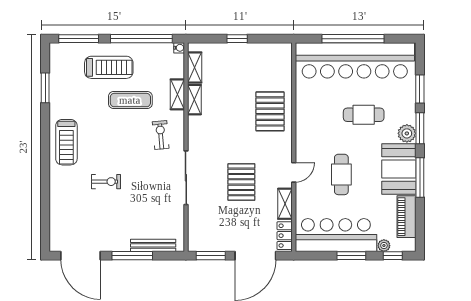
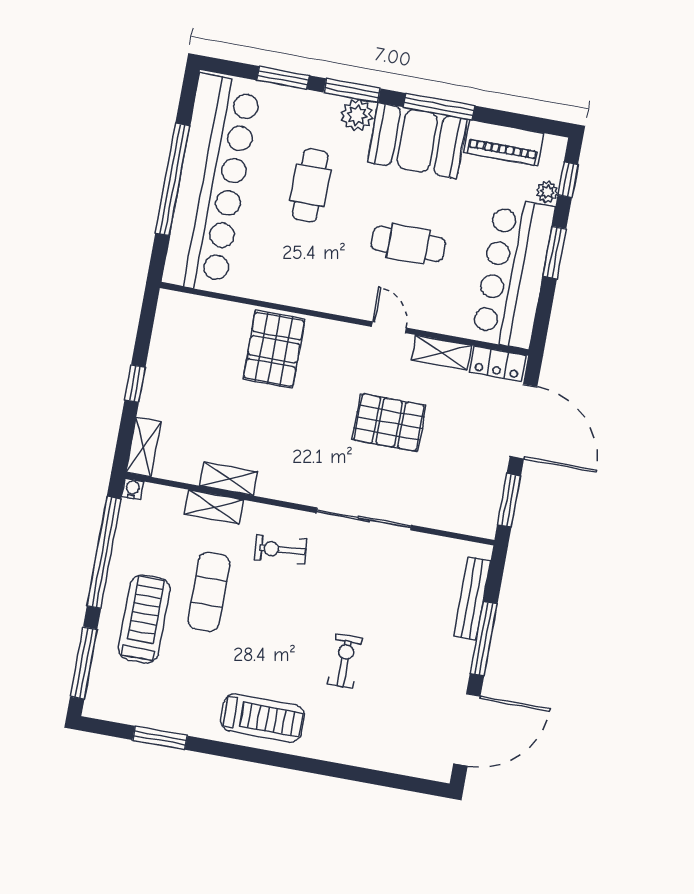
shelving: (195, 67) -> (143, 447), moved, turned 90
pallet: (270, 111) -> (274, 349), turned 90

